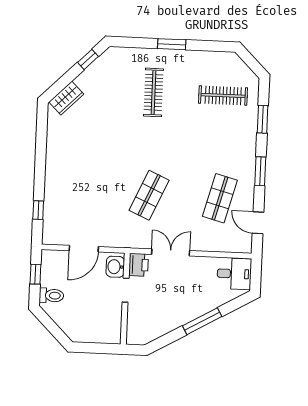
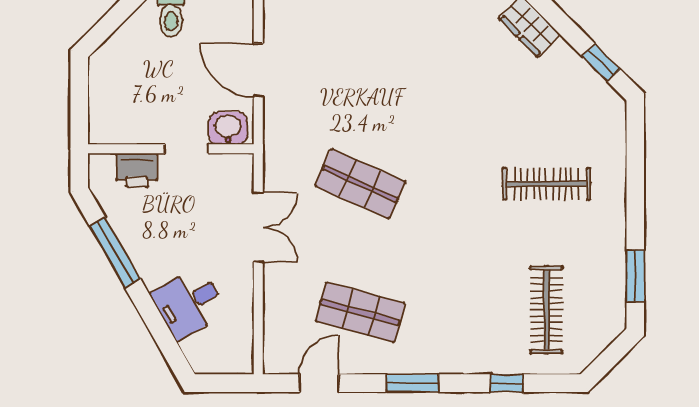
window: (172, 44) -> (635, 276), moved
window: (263, 119) -> (507, 383), width x0.67
printer: (138, 265) -> (137, 170), moved
desk: (234, 274) -> (189, 303), moved, turned 60
window: (202, 321) -> (115, 252), moved

